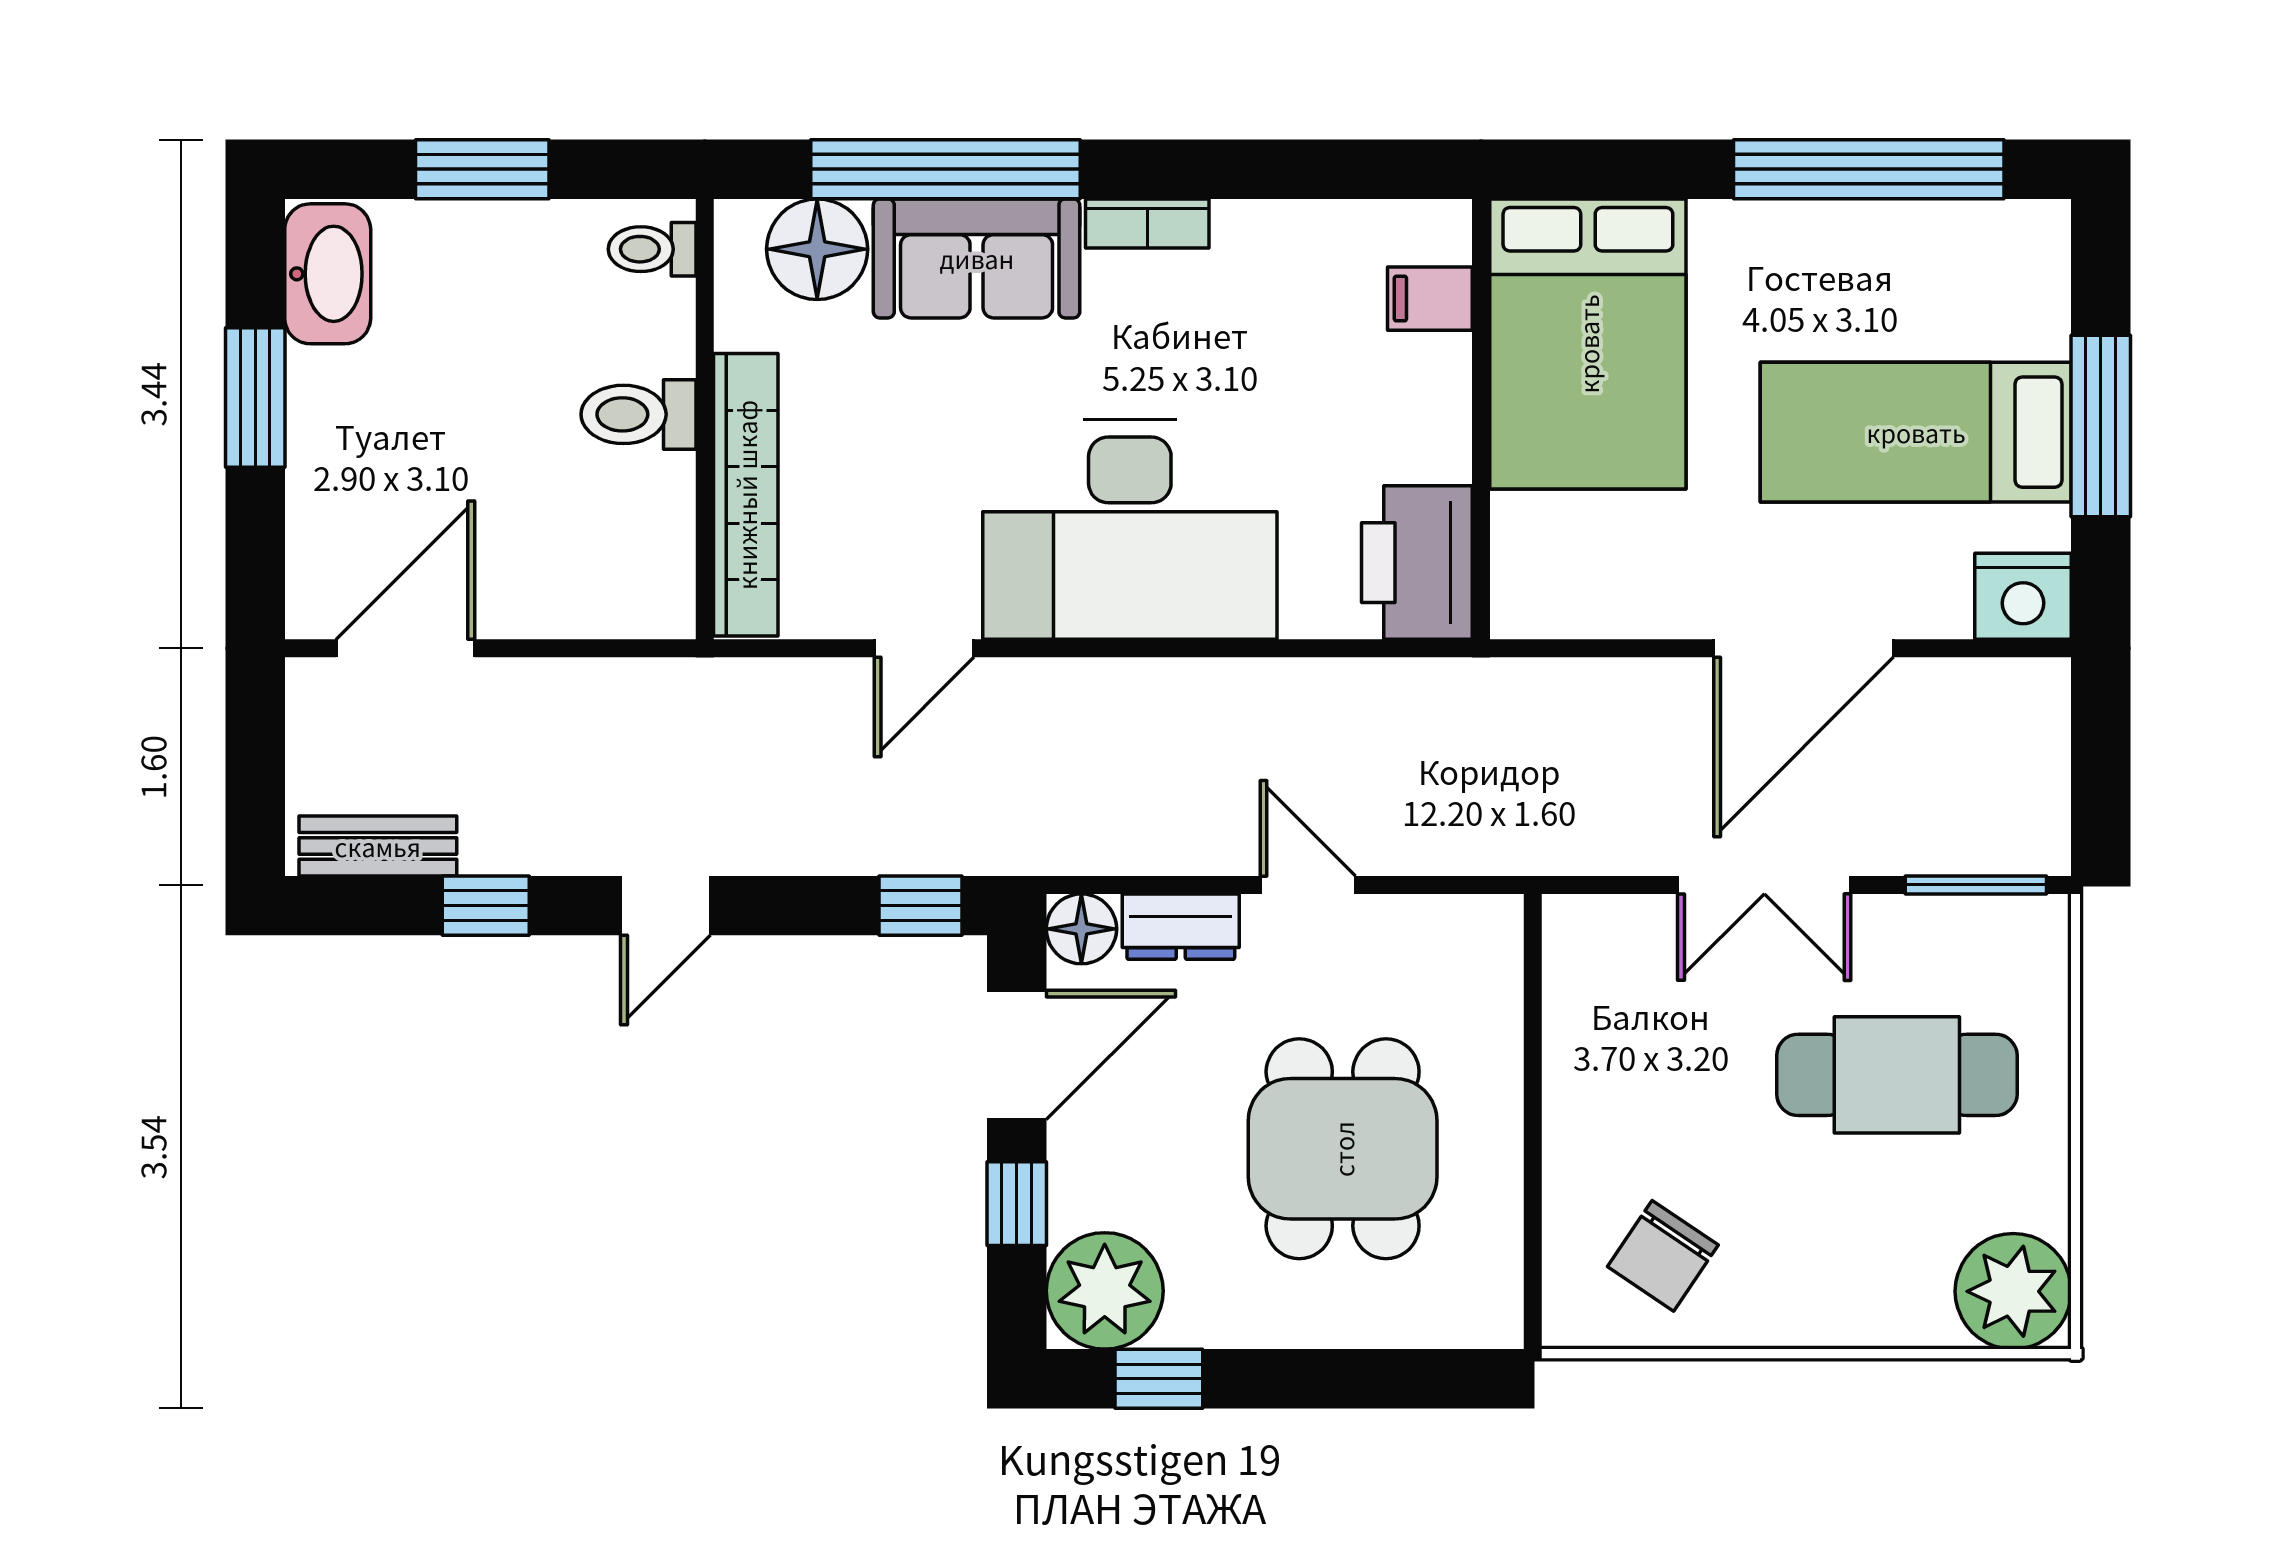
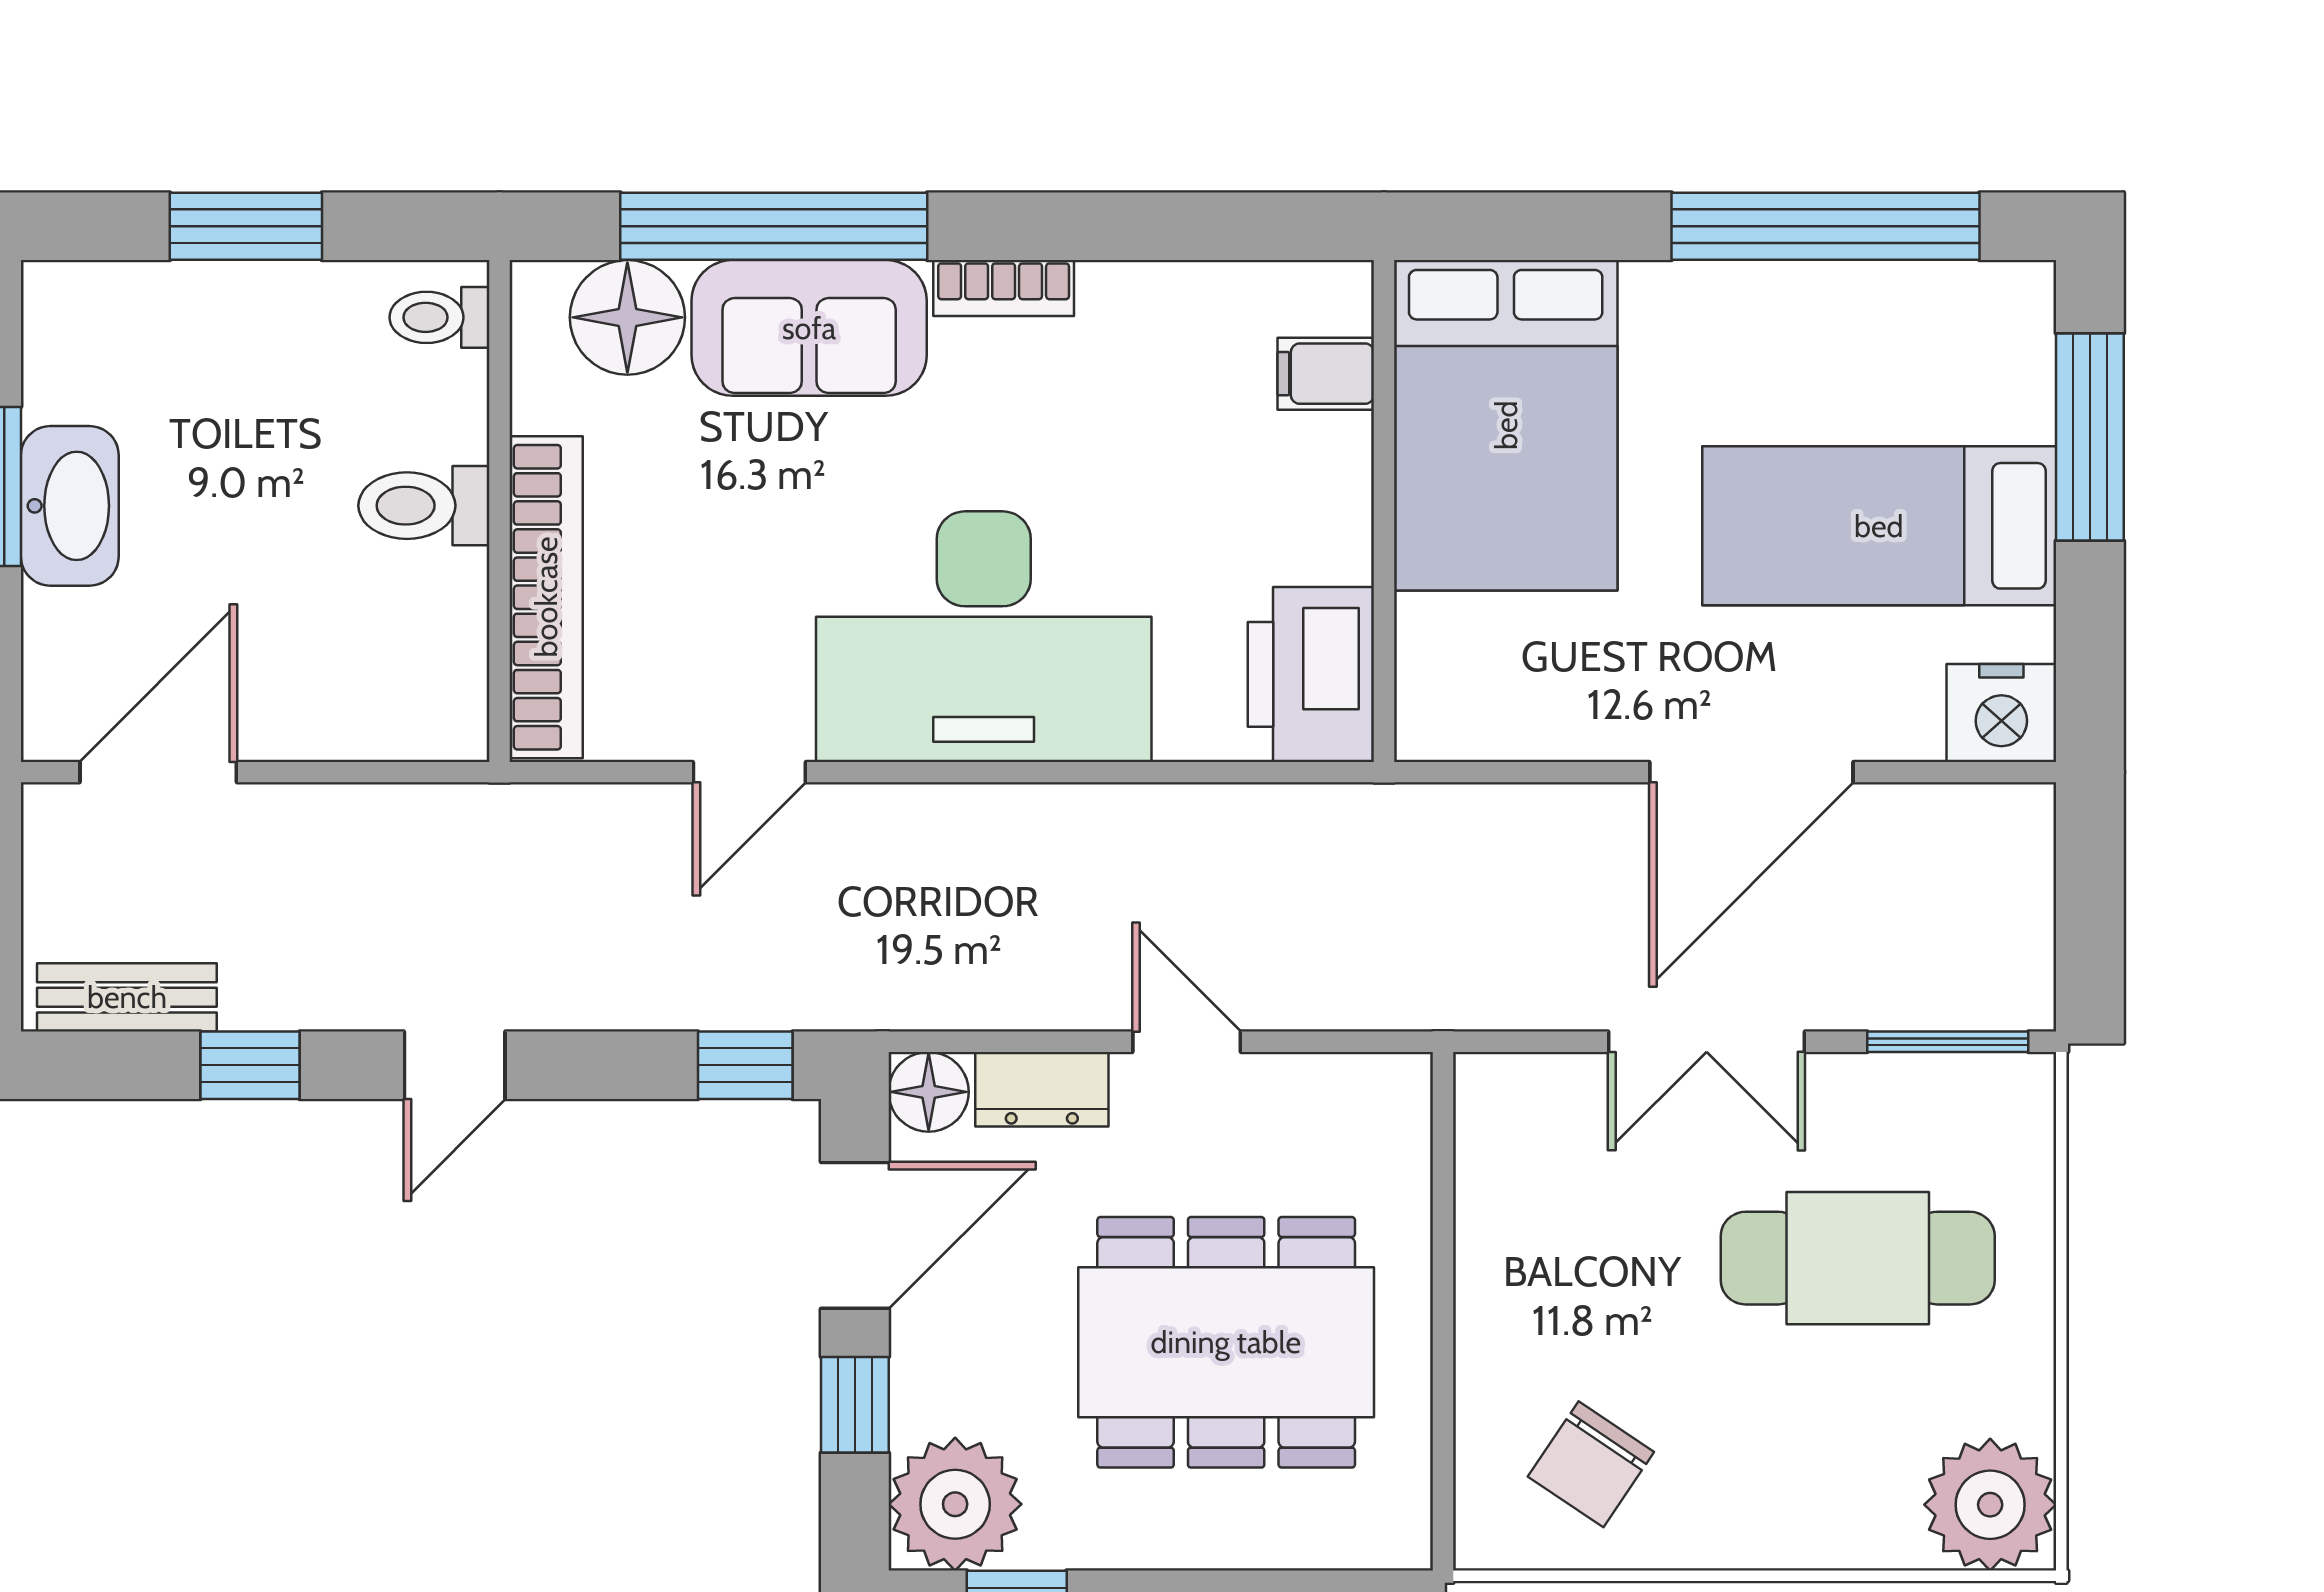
washbasin: (328, 274) -> (70, 506), moved
window: (2101, 426) -> (2090, 437), moved
dining table: (1343, 1149) -> (1226, 1342), width x1.38

